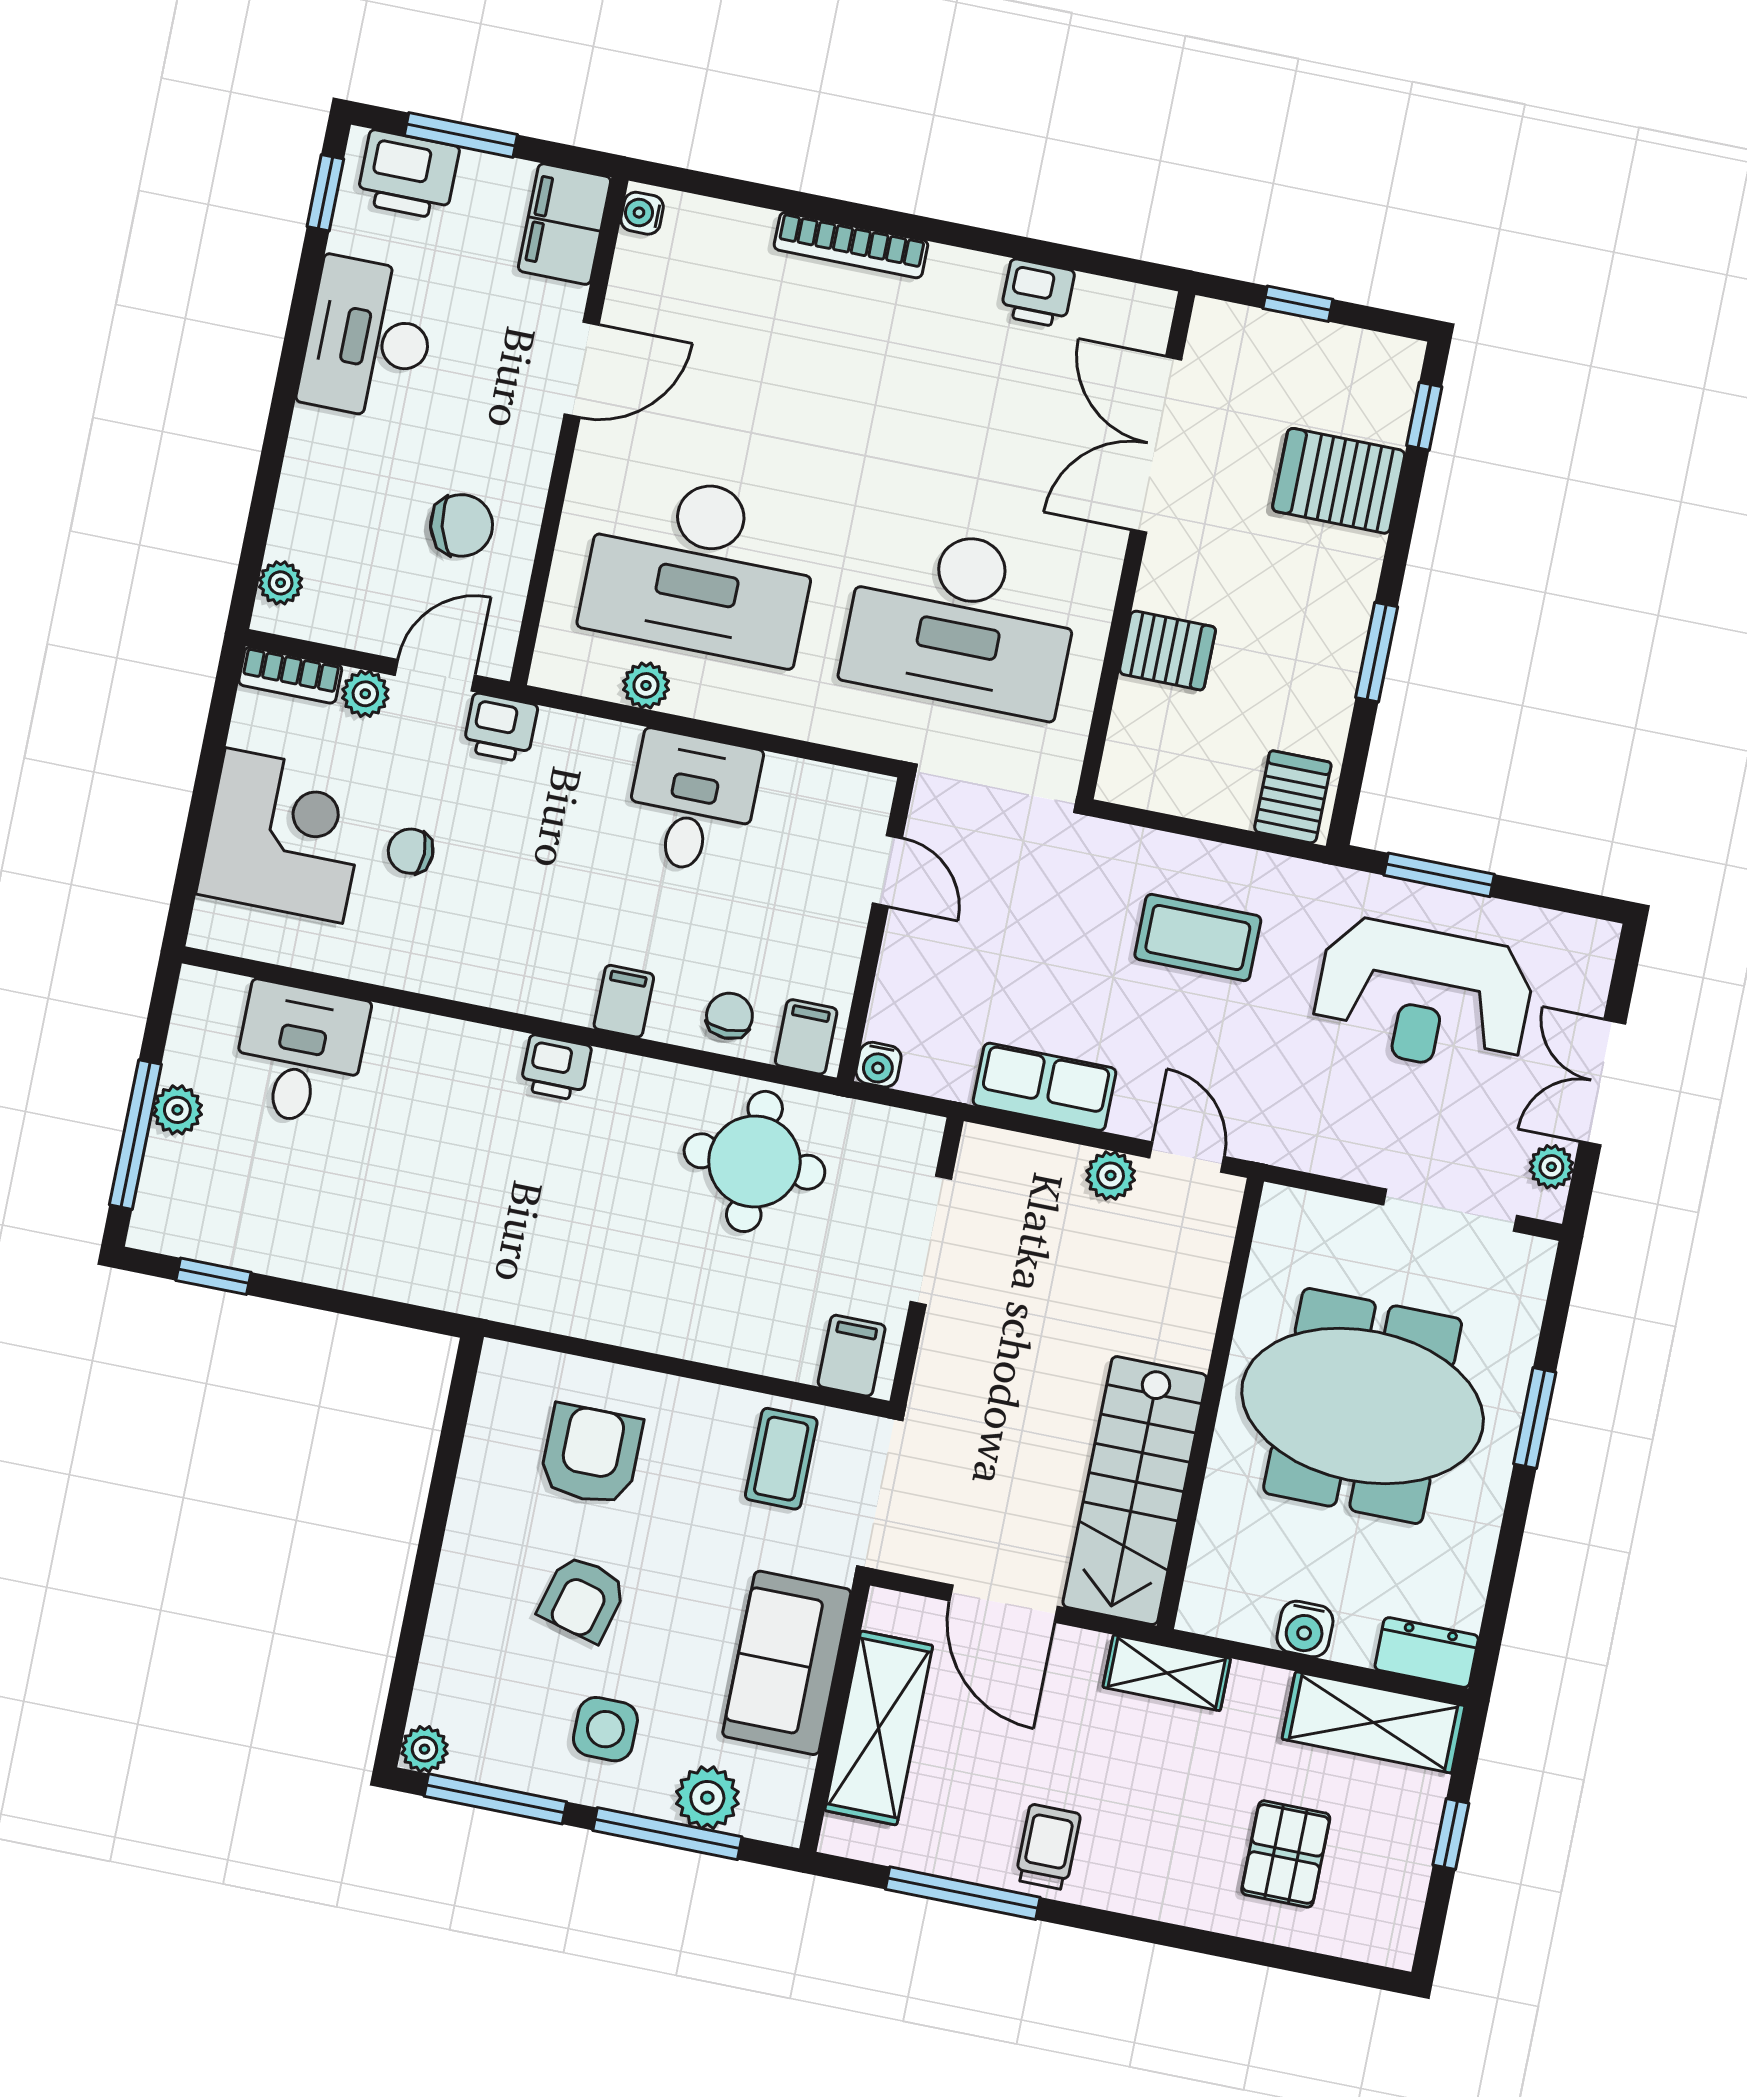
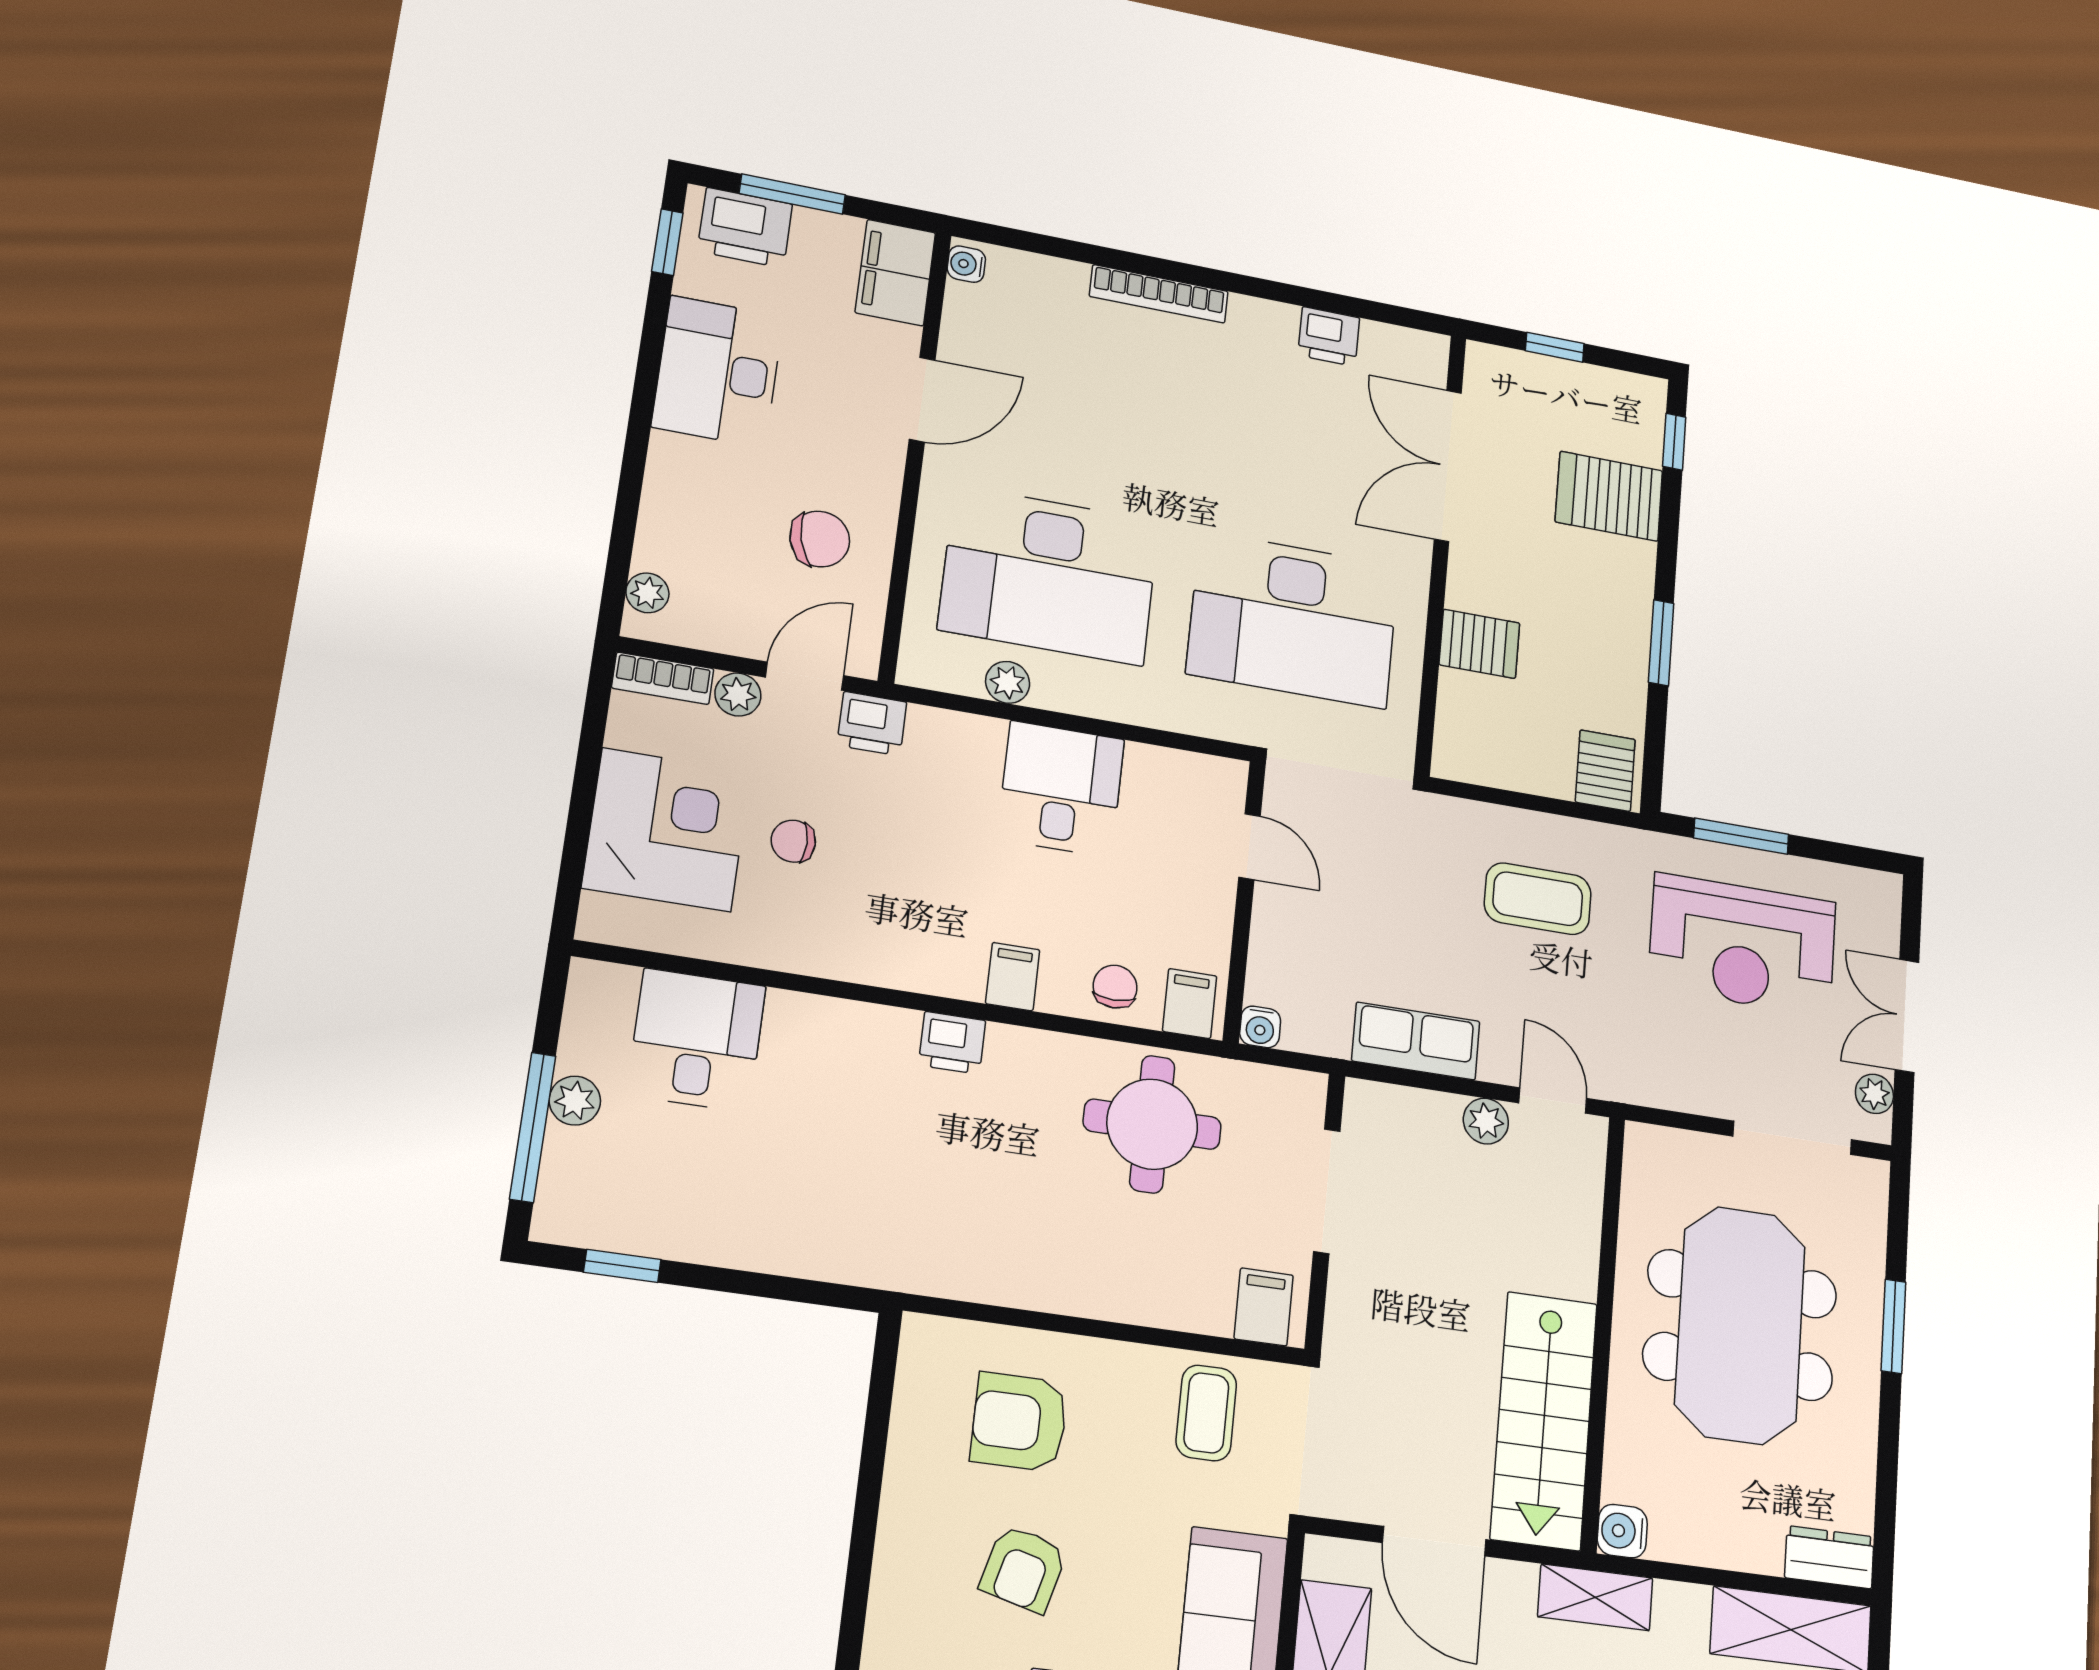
meeting table: (1363, 1406) -> (1740, 1325), turned 90
armchair: (591, 1455) -> (1019, 1422), turned -90
water cooler: (1305, 1629) -> (1622, 1531), moved, turned 90

